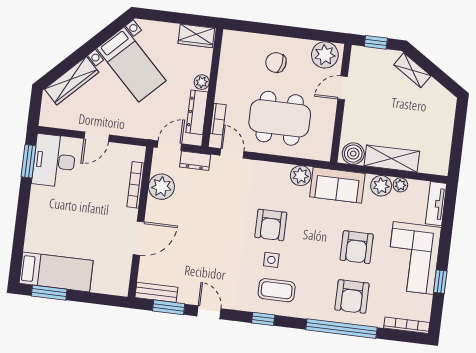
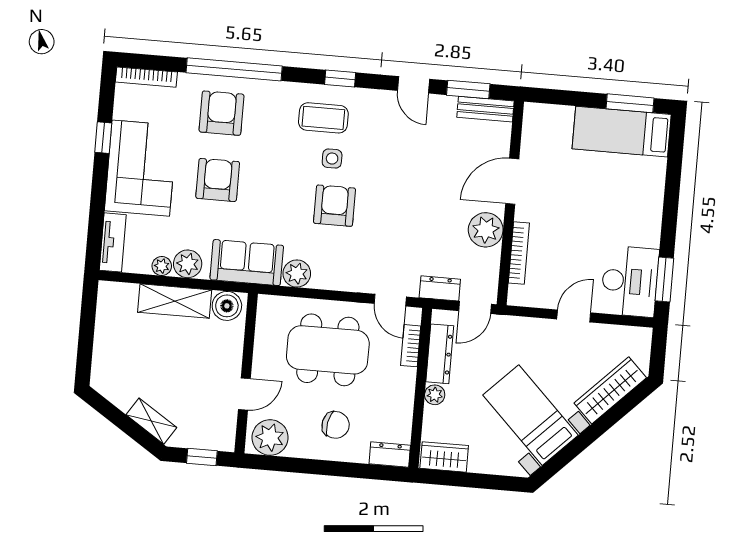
dresser: (237, 39) -> (390, 455), added
plant: (161, 187) -> (486, 230), moved

